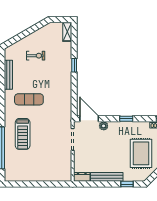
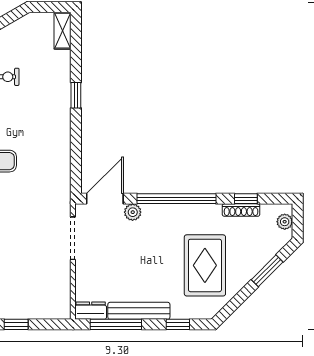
door: (89, 119) -> (105, 199), hinge flipped
window: (126, 119) -> (177, 199), width x3.17
window: (43, 184) -> (16, 324), added
window: (95, 184) -> (116, 324), added

